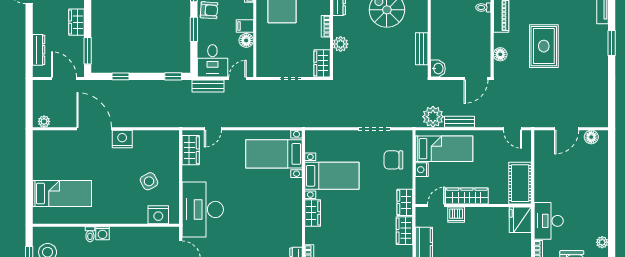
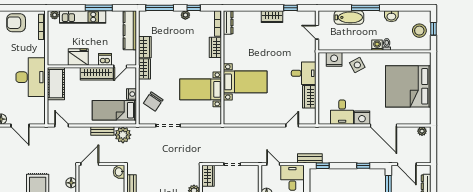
door: (238, 78) -> (273, 164), swing flipped
bench: (208, 86) -> (310, 158), moved
door: (567, 129) -> (20, 125), swing flipped
desk: (148, 146) -> (342, 112), added
wardrobe: (191, 150) -> (309, 97), moved
bed with nightstands: (274, 154) -> (245, 82), moved
chair: (393, 160) -> (153, 102), turned 124
side table: (149, 181) -> (357, 65), moved
bed: (62, 193) -> (408, 86), width x2.04
desk: (203, 209) -> (304, 73), width x0.53, depth x0.77
wardrobe: (313, 213) -> (215, 47), moved
fridge: (520, 220) -> (78, 57), moved, turned -90
desk: (549, 221) -> (31, 77), moved, width x1.36, depth x1.30

